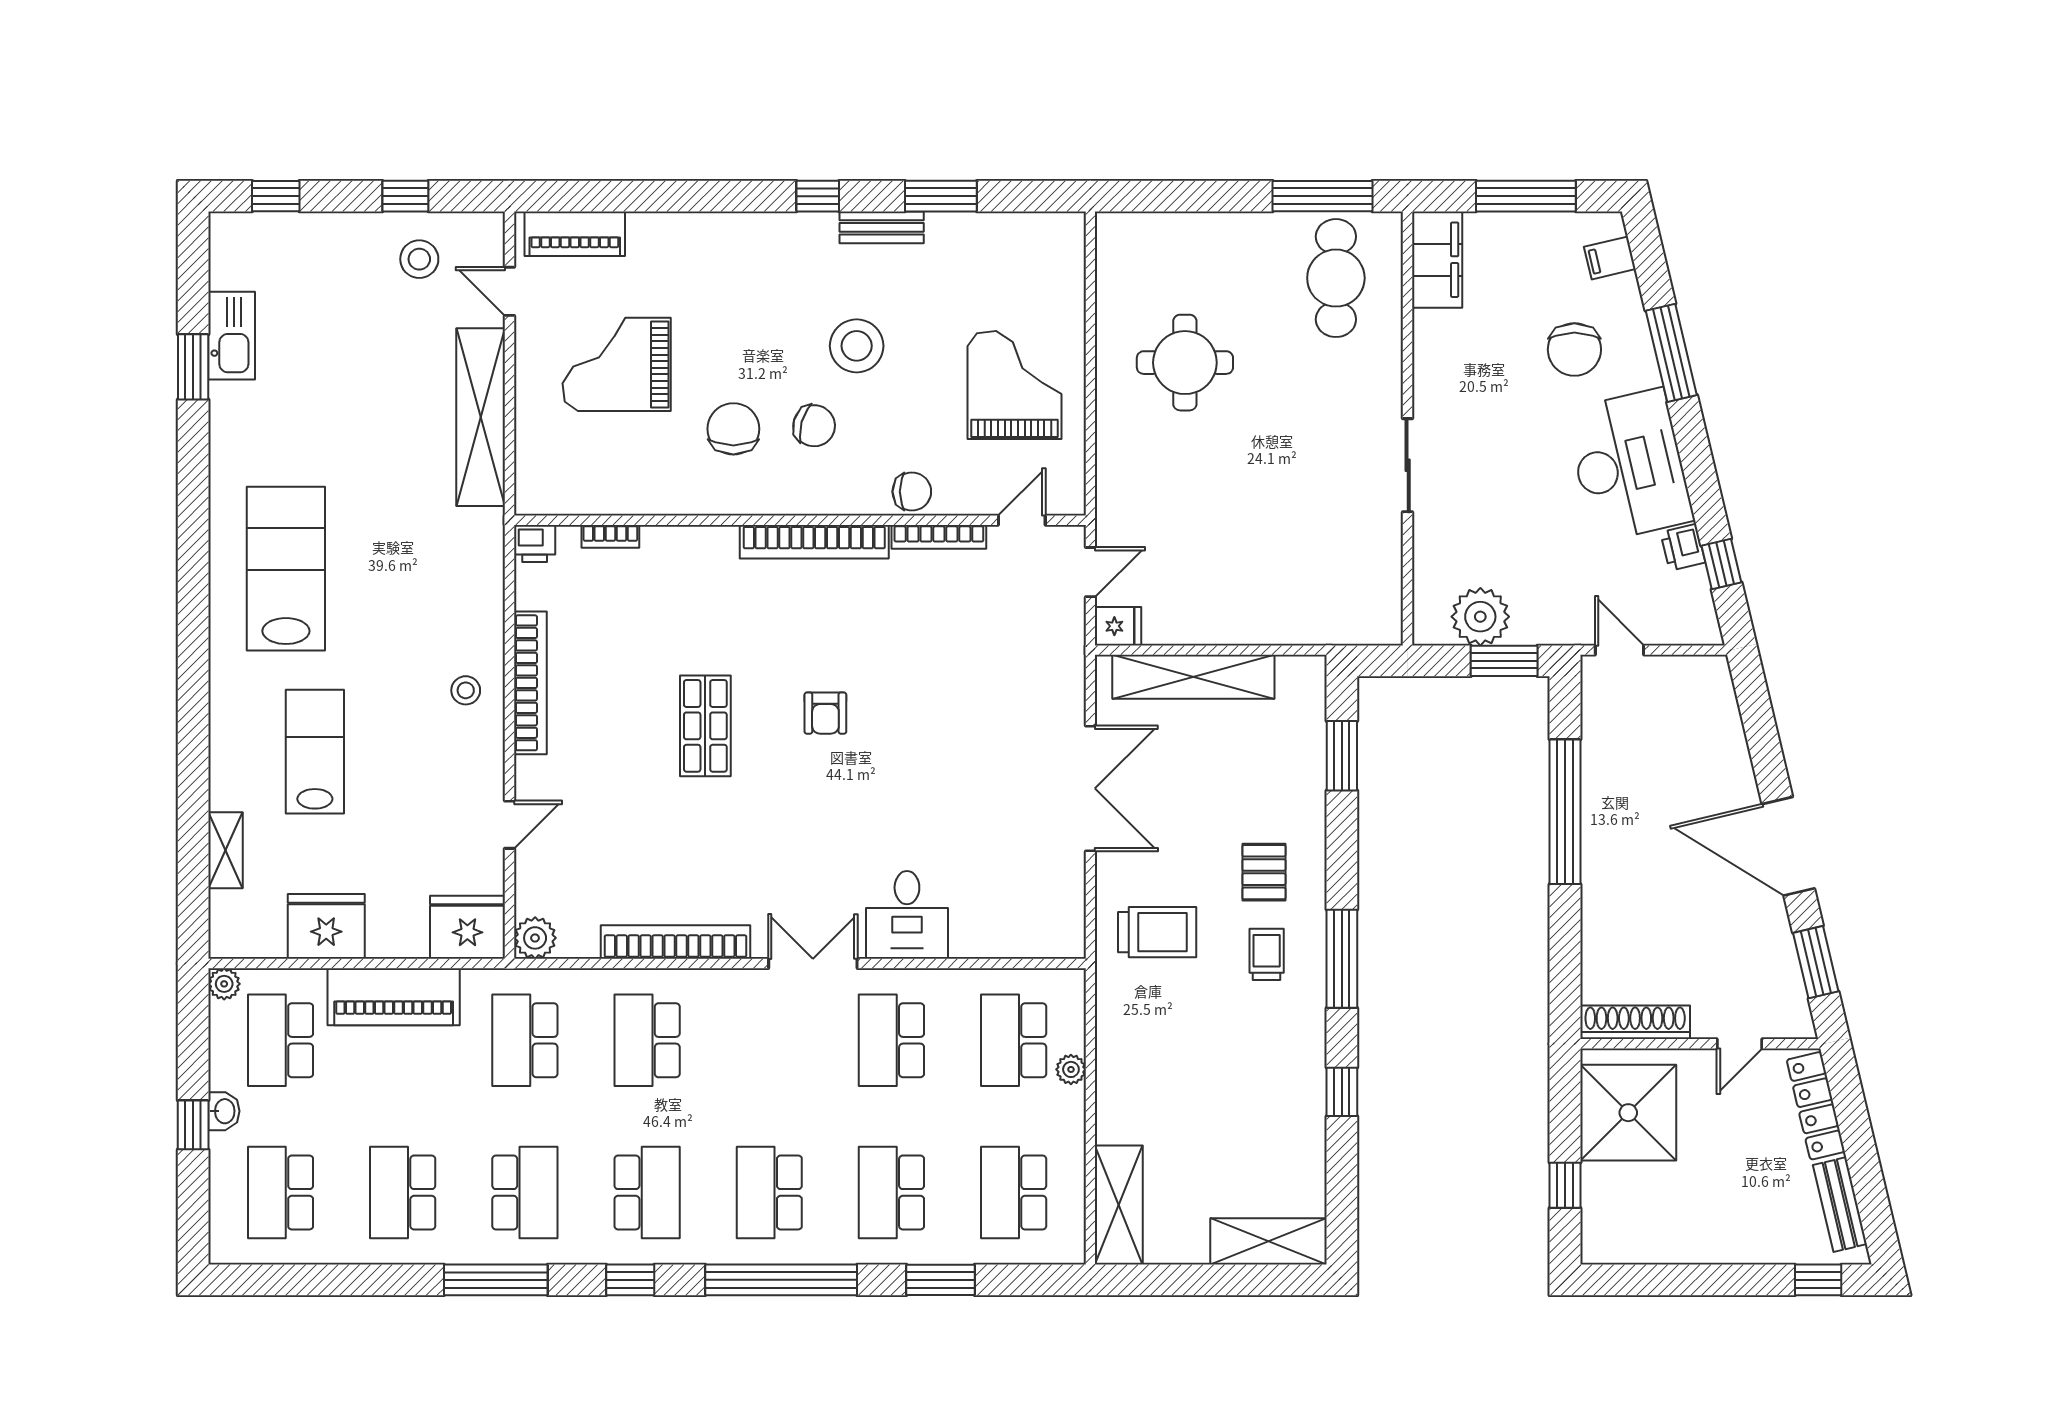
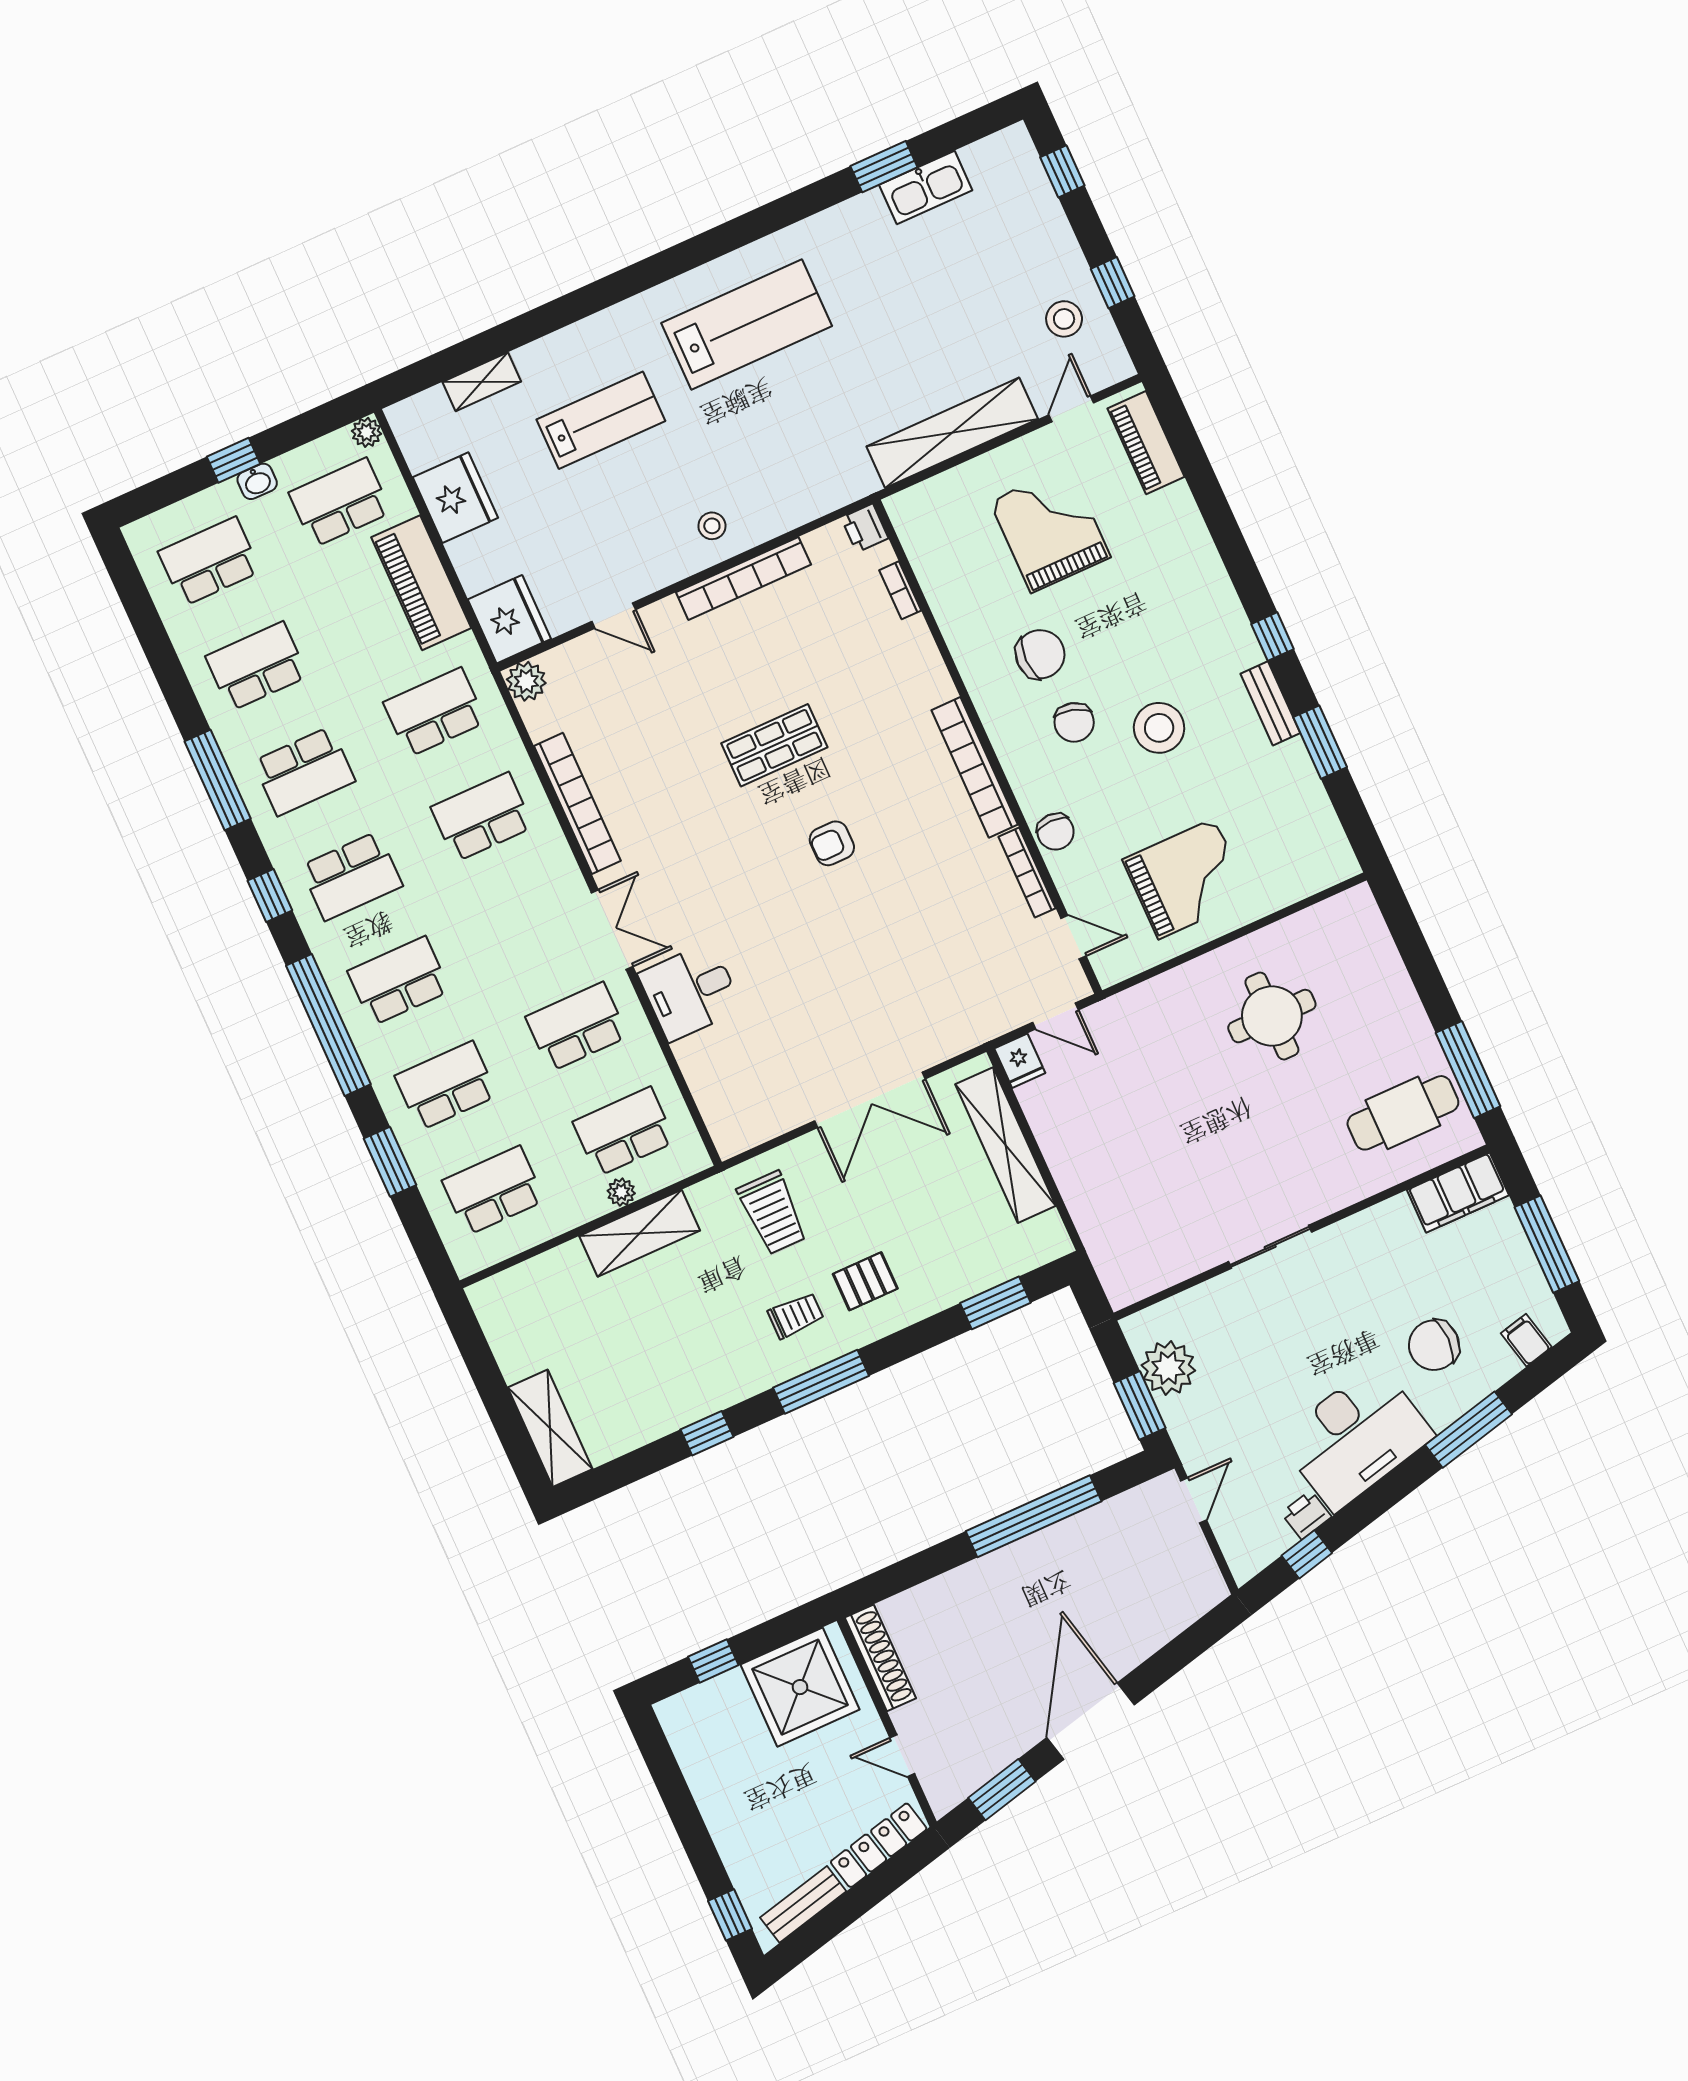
shelving: (1119, 1205) -> (640, 1233), moved

